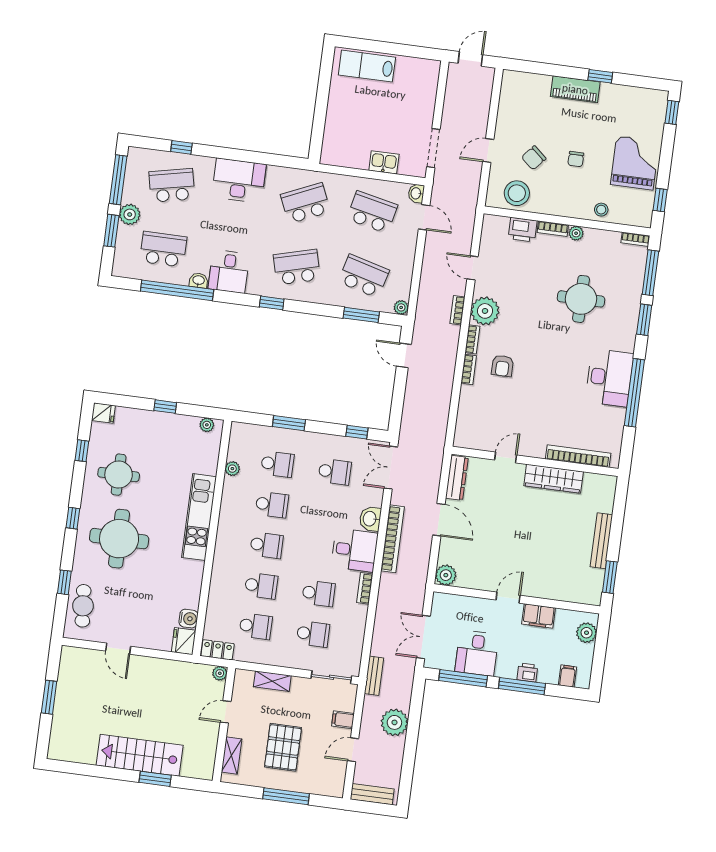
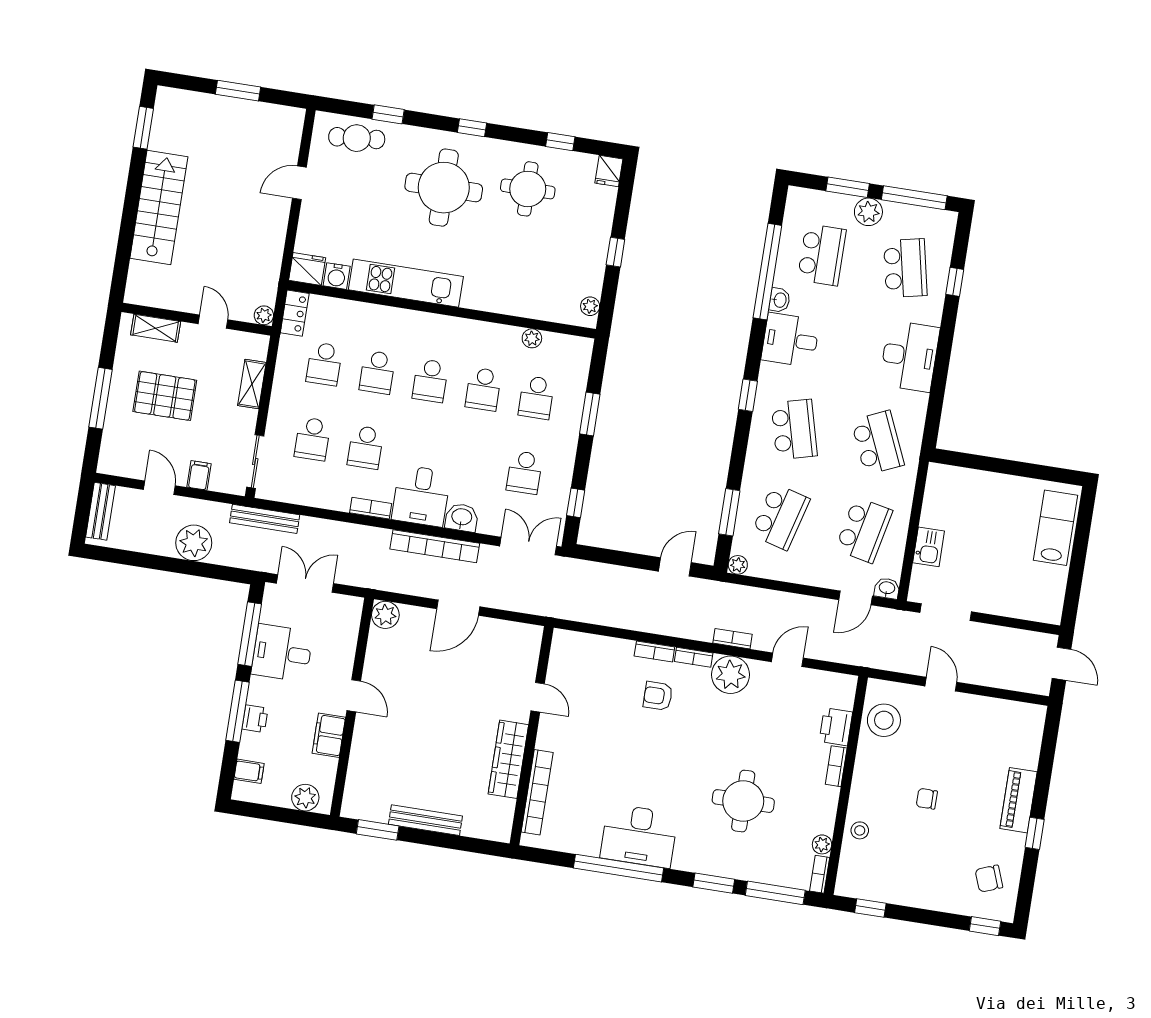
chair: (534, 158) -> (989, 879), moved, turned -62
grand piano: (635, 163) -> (920, 876), removed
plant: (576, 233) -> (822, 844), moved
dresser: (457, 478) -> (513, 633), removed
kitchen unit: (199, 517) -> (406, 283), moved
bench: (374, 676) -> (265, 519), width x1.36
window: (155, 779) -> (143, 128), moved

